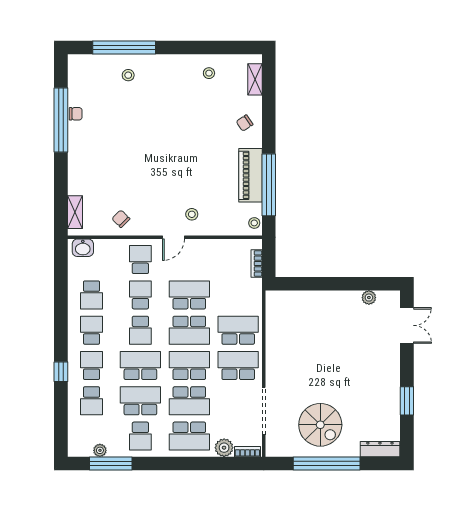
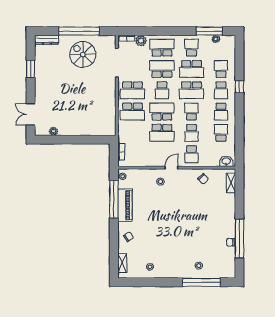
school desk: (189, 365) -> (162, 90), width x0.54

